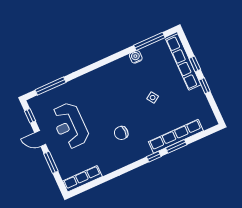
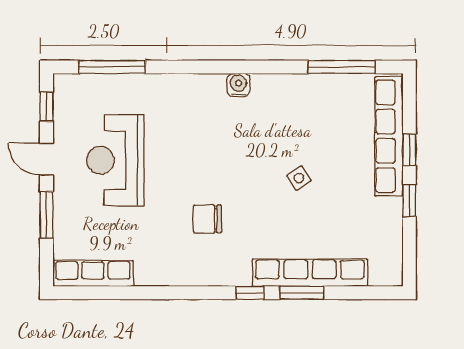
water cooler: (136, 57) -> (238, 85), moved

